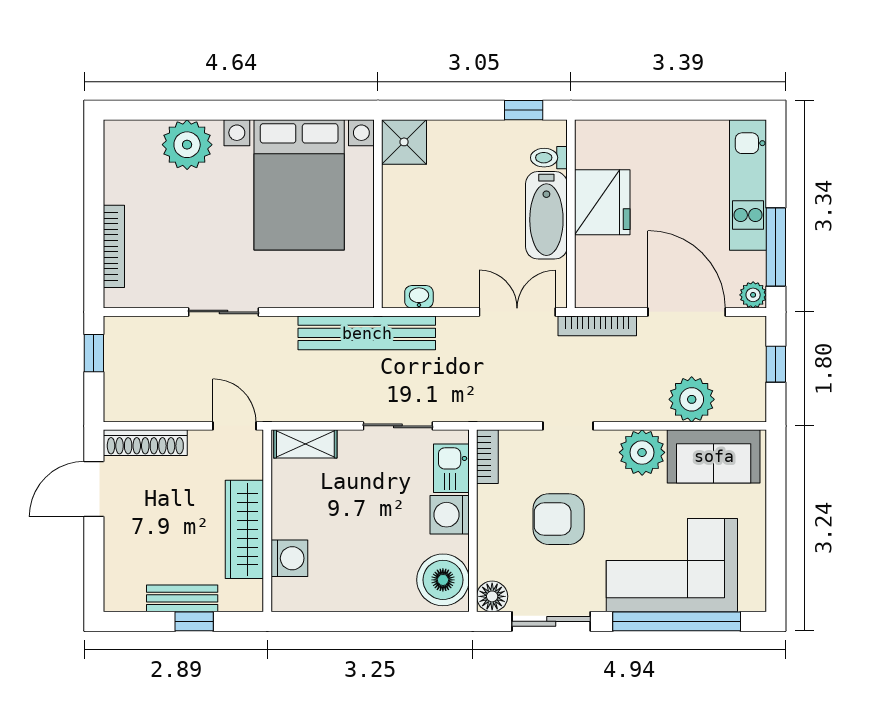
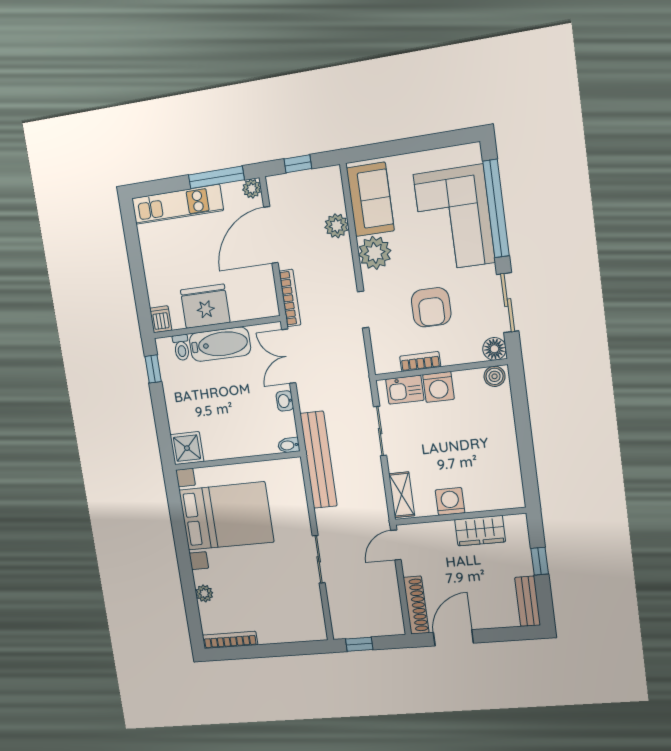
dishwasher: (593, 134) -> (161, 319), added
plant: (187, 145) -> (204, 593), width x0.53, depth x0.53
bookcase: (114, 246) -> (230, 640), moved
bidet: (392, 293) -> (289, 445), added
washbasin: (419, 297) -> (285, 401), moved
plant: (692, 399) -> (337, 226), width x0.73, depth x0.73
bookcase: (487, 457) -> (420, 361), moved
door: (94, 489) -> (453, 638), swing flipped
wardrobe: (244, 529) -> (480, 531), width x0.67
washing machine: (289, 558) -> (450, 501), moved
boiler: (443, 580) -> (495, 376), width x0.54, depth x0.54
bench: (182, 598) -> (528, 601), moved

